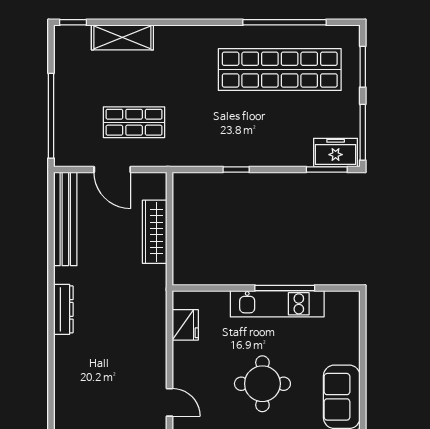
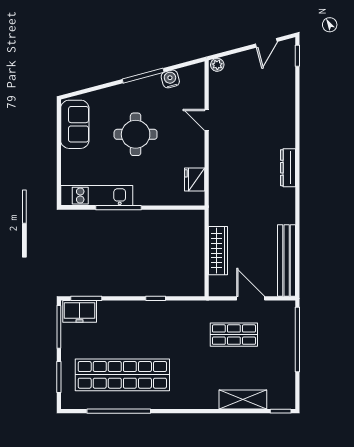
kitchen unit: (277, 304) -> (97, 196), moved
dresser: (63, 309) -> (288, 168), moved

